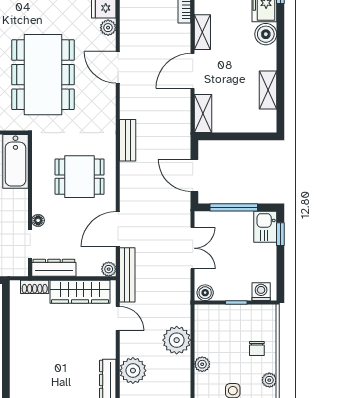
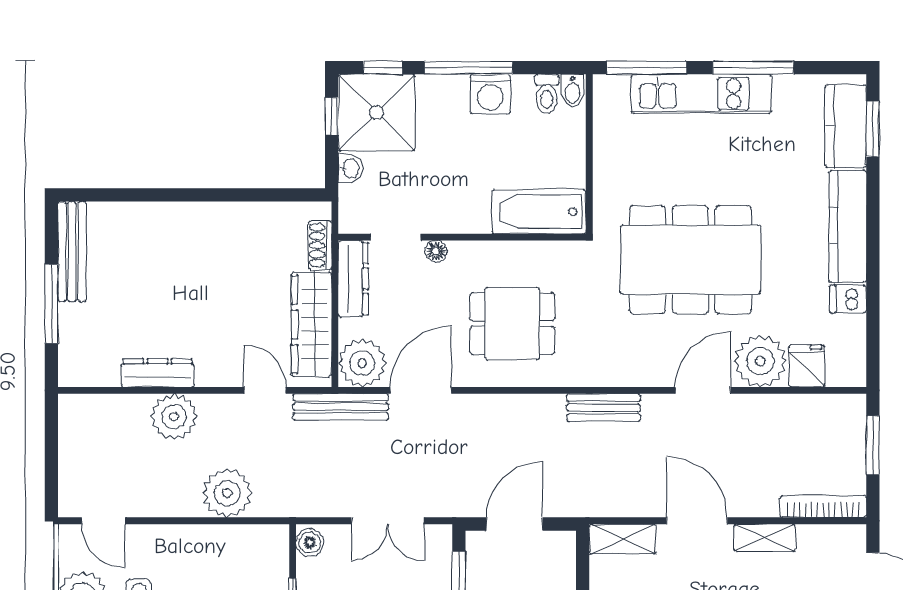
plant: (108, 28) -> (760, 361), width x1.87, depth x1.87
bench: (128, 140) -> (604, 408), moved
dining table: (80, 177) -> (512, 324), turned 90
door: (118, 229) -> (421, 390), hinge flipped
plant: (109, 269) -> (362, 363), width x1.87, depth x1.87
door: (118, 318) -> (265, 390), swing flipped
plant: (202, 364) -> (185, 537), removed

